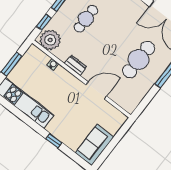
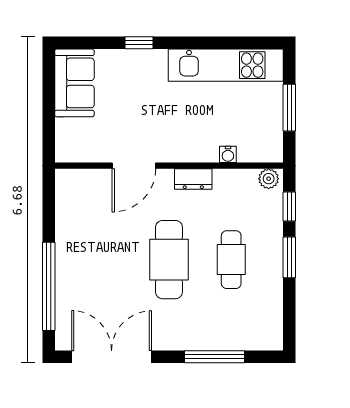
plant: (50, 40) -> (269, 179), width x0.53, depth x0.53
cafe table: (139, 60) -> (169, 260), moved

